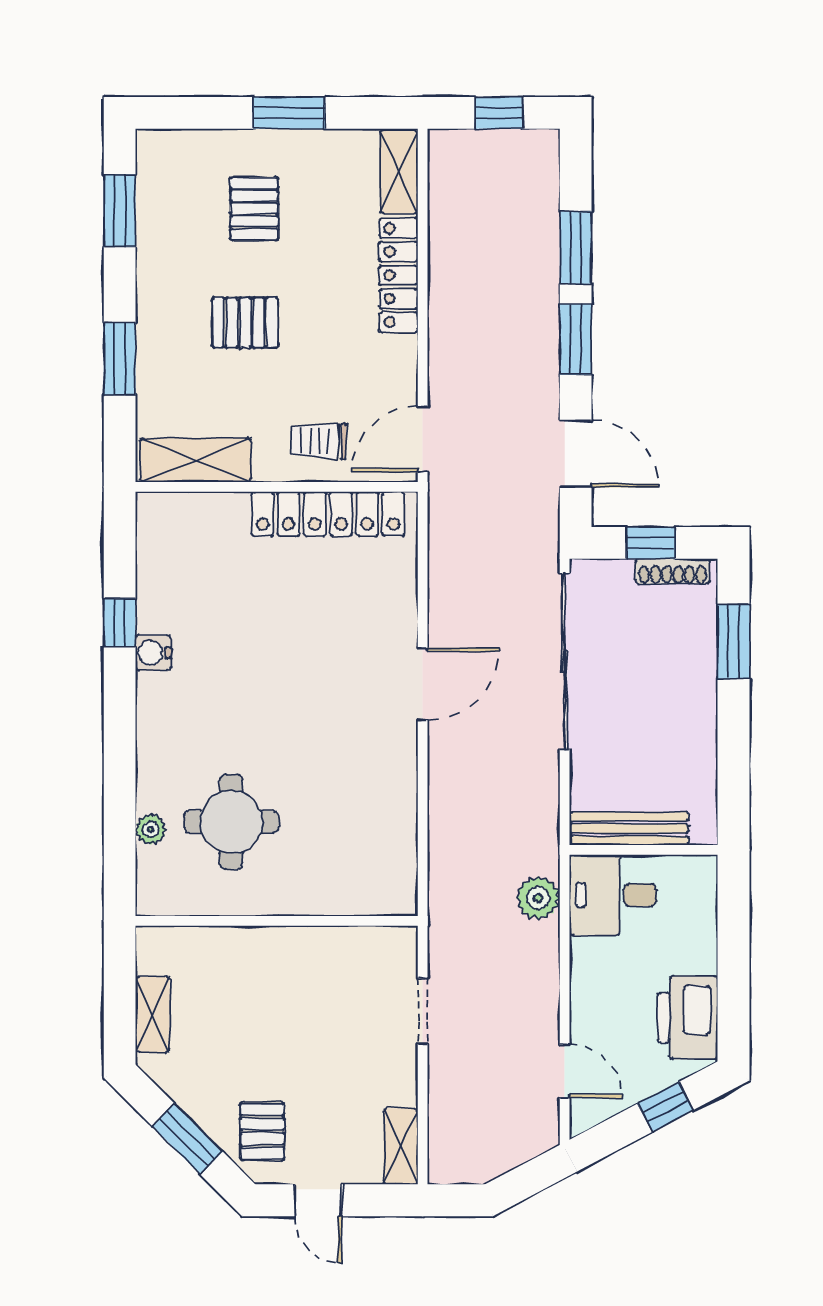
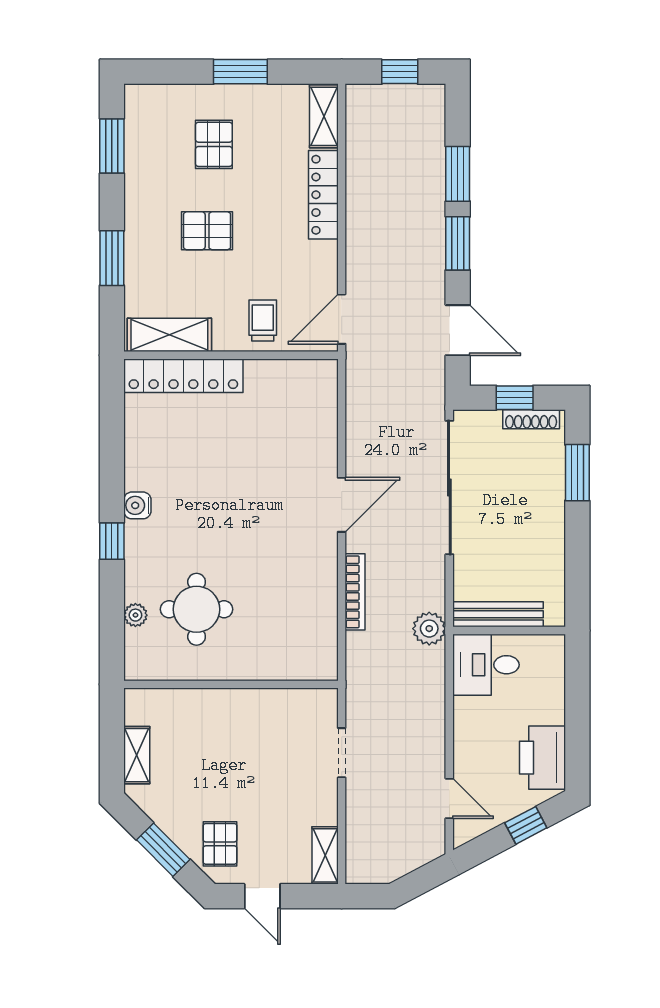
trolley: (319, 441) -> (263, 320), turned 89
locker: (328, 514) -> (183, 376), moved
window: (120, 623) -> (112, 541), moved
water cooler: (153, 653) -> (137, 505), moved
bookcase: (440, 799) -> (355, 592), added
plant: (538, 898) -> (429, 629), moved

